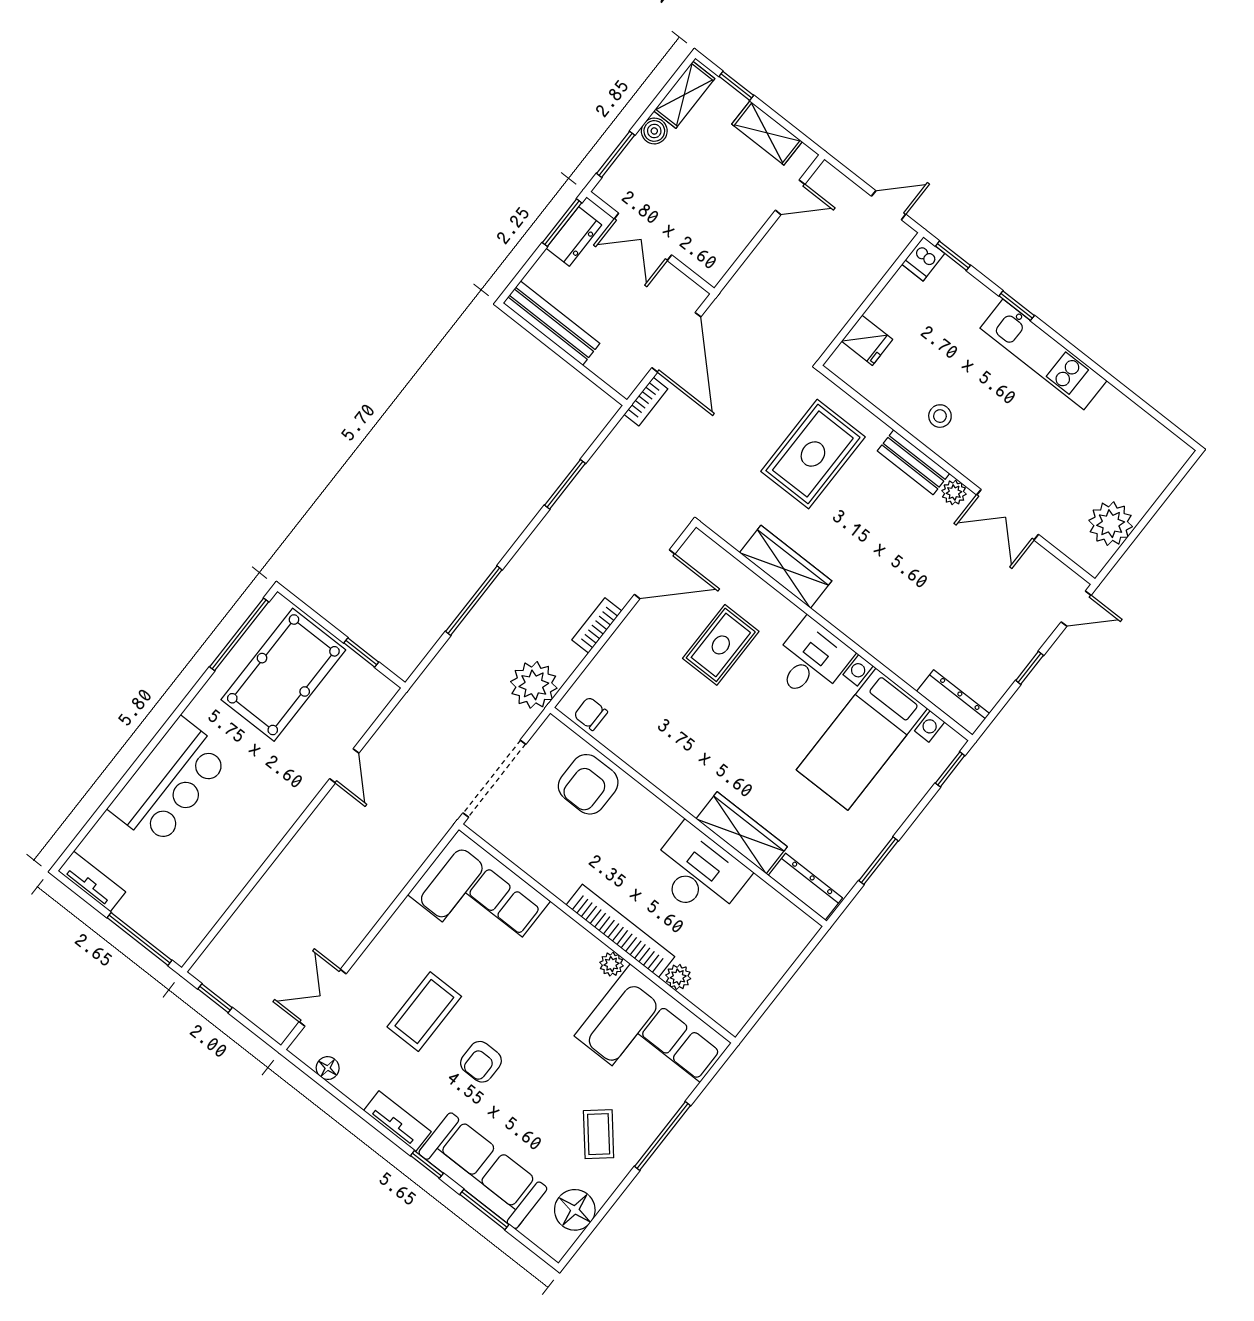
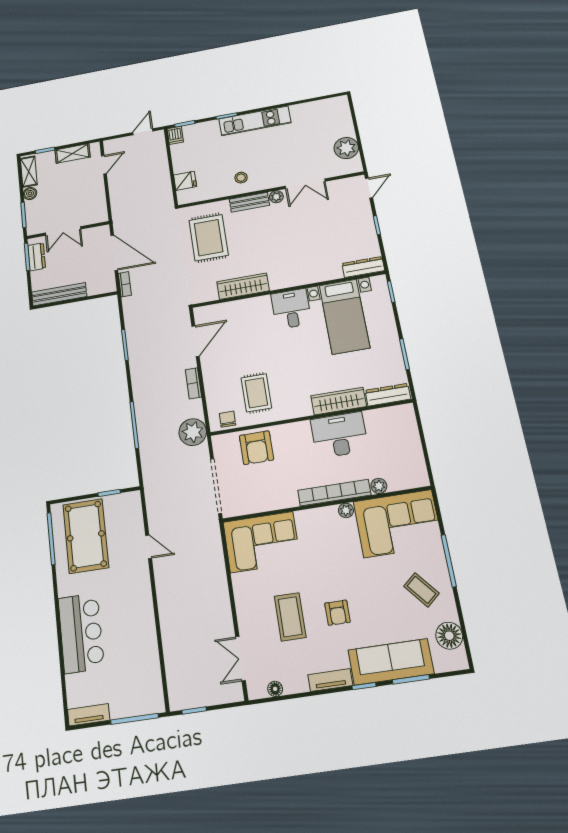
rug: (721, 645) -> (256, 393), moved
chair: (591, 714) -> (227, 419), turned 90

